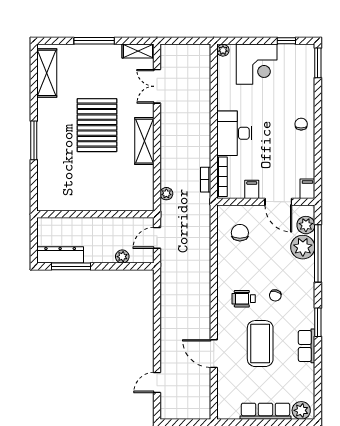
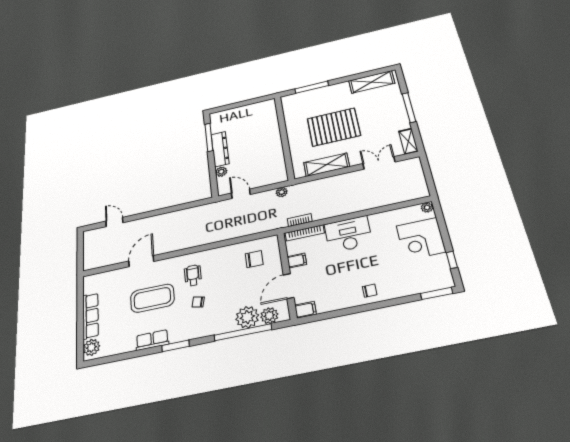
wall: (95, 214) -> (284, 137), moved
dresser: (60, 255) -> (220, 149), moved

